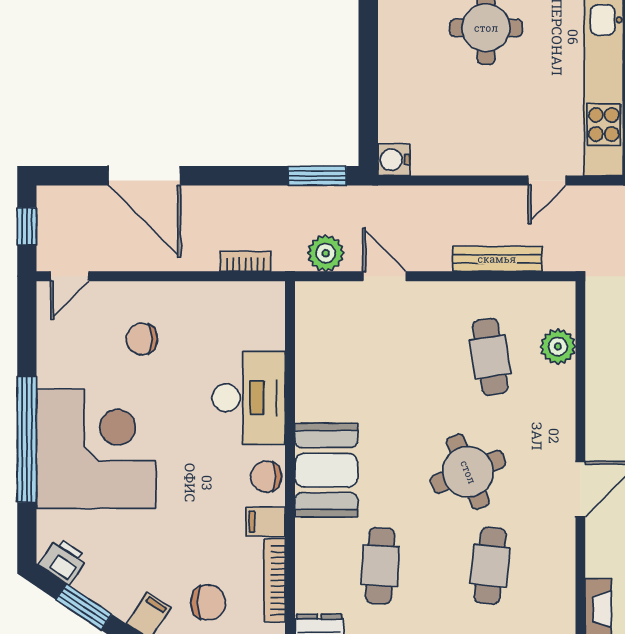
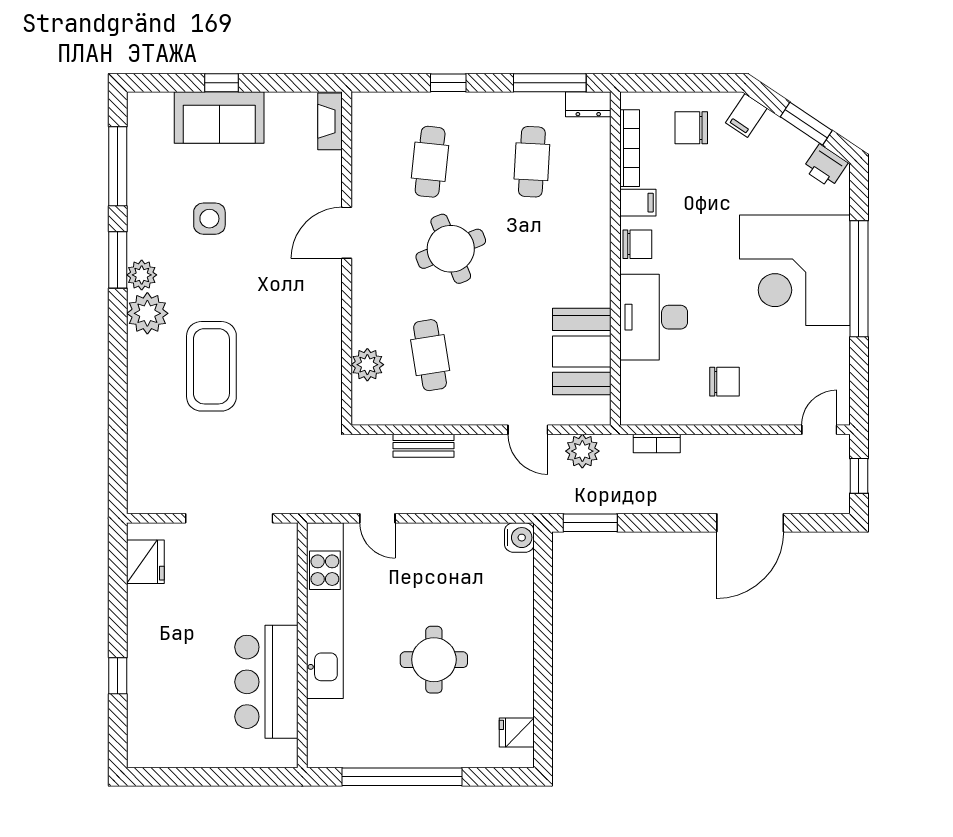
door: (144, 176) -> (750, 523), swing flipped
door: (547, 181) -> (377, 518), swing flipped
bench: (497, 259) -> (423, 446), width x0.73
chair: (142, 339) -> (725, 382), moved
booth: (326, 470) -> (582, 351), moved

